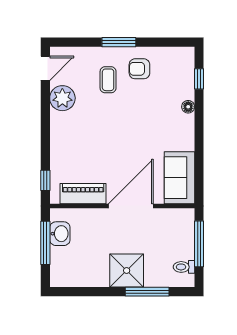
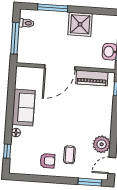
window: (119, 42) -> (90, 182), moved
sofa: (179, 178) -> (24, 107), moved
shower: (127, 270) -> (80, 24), moved

